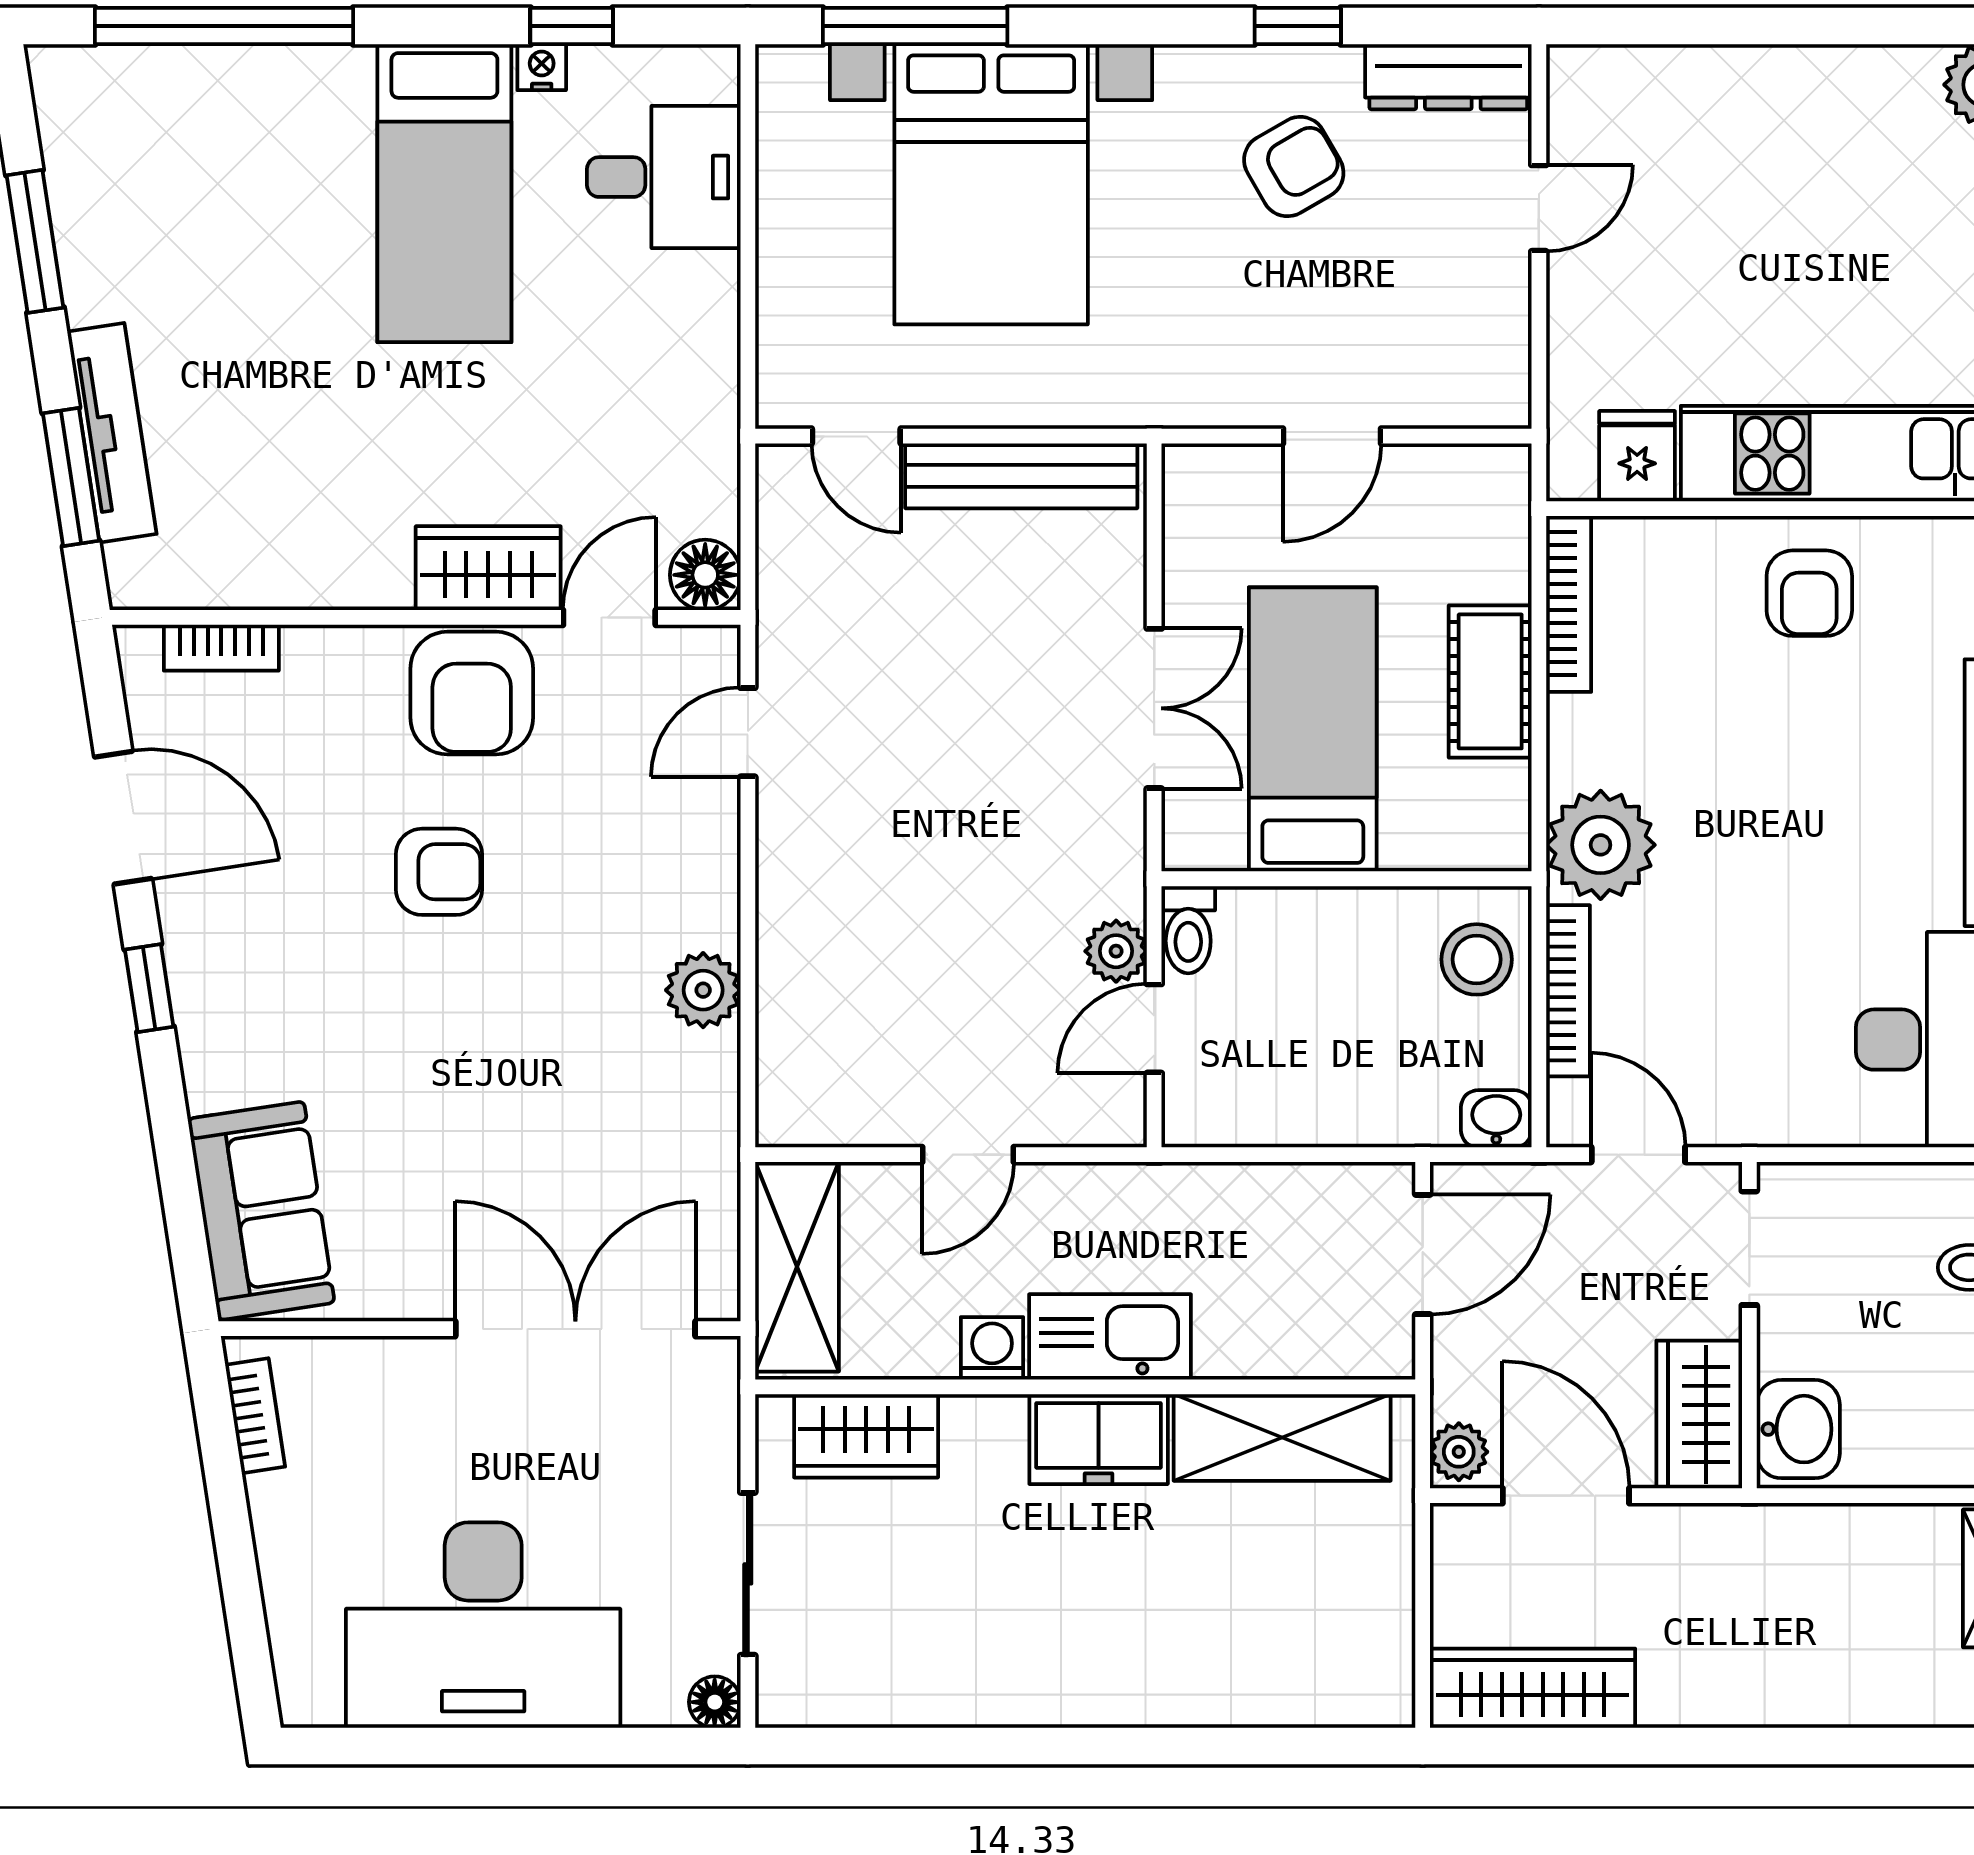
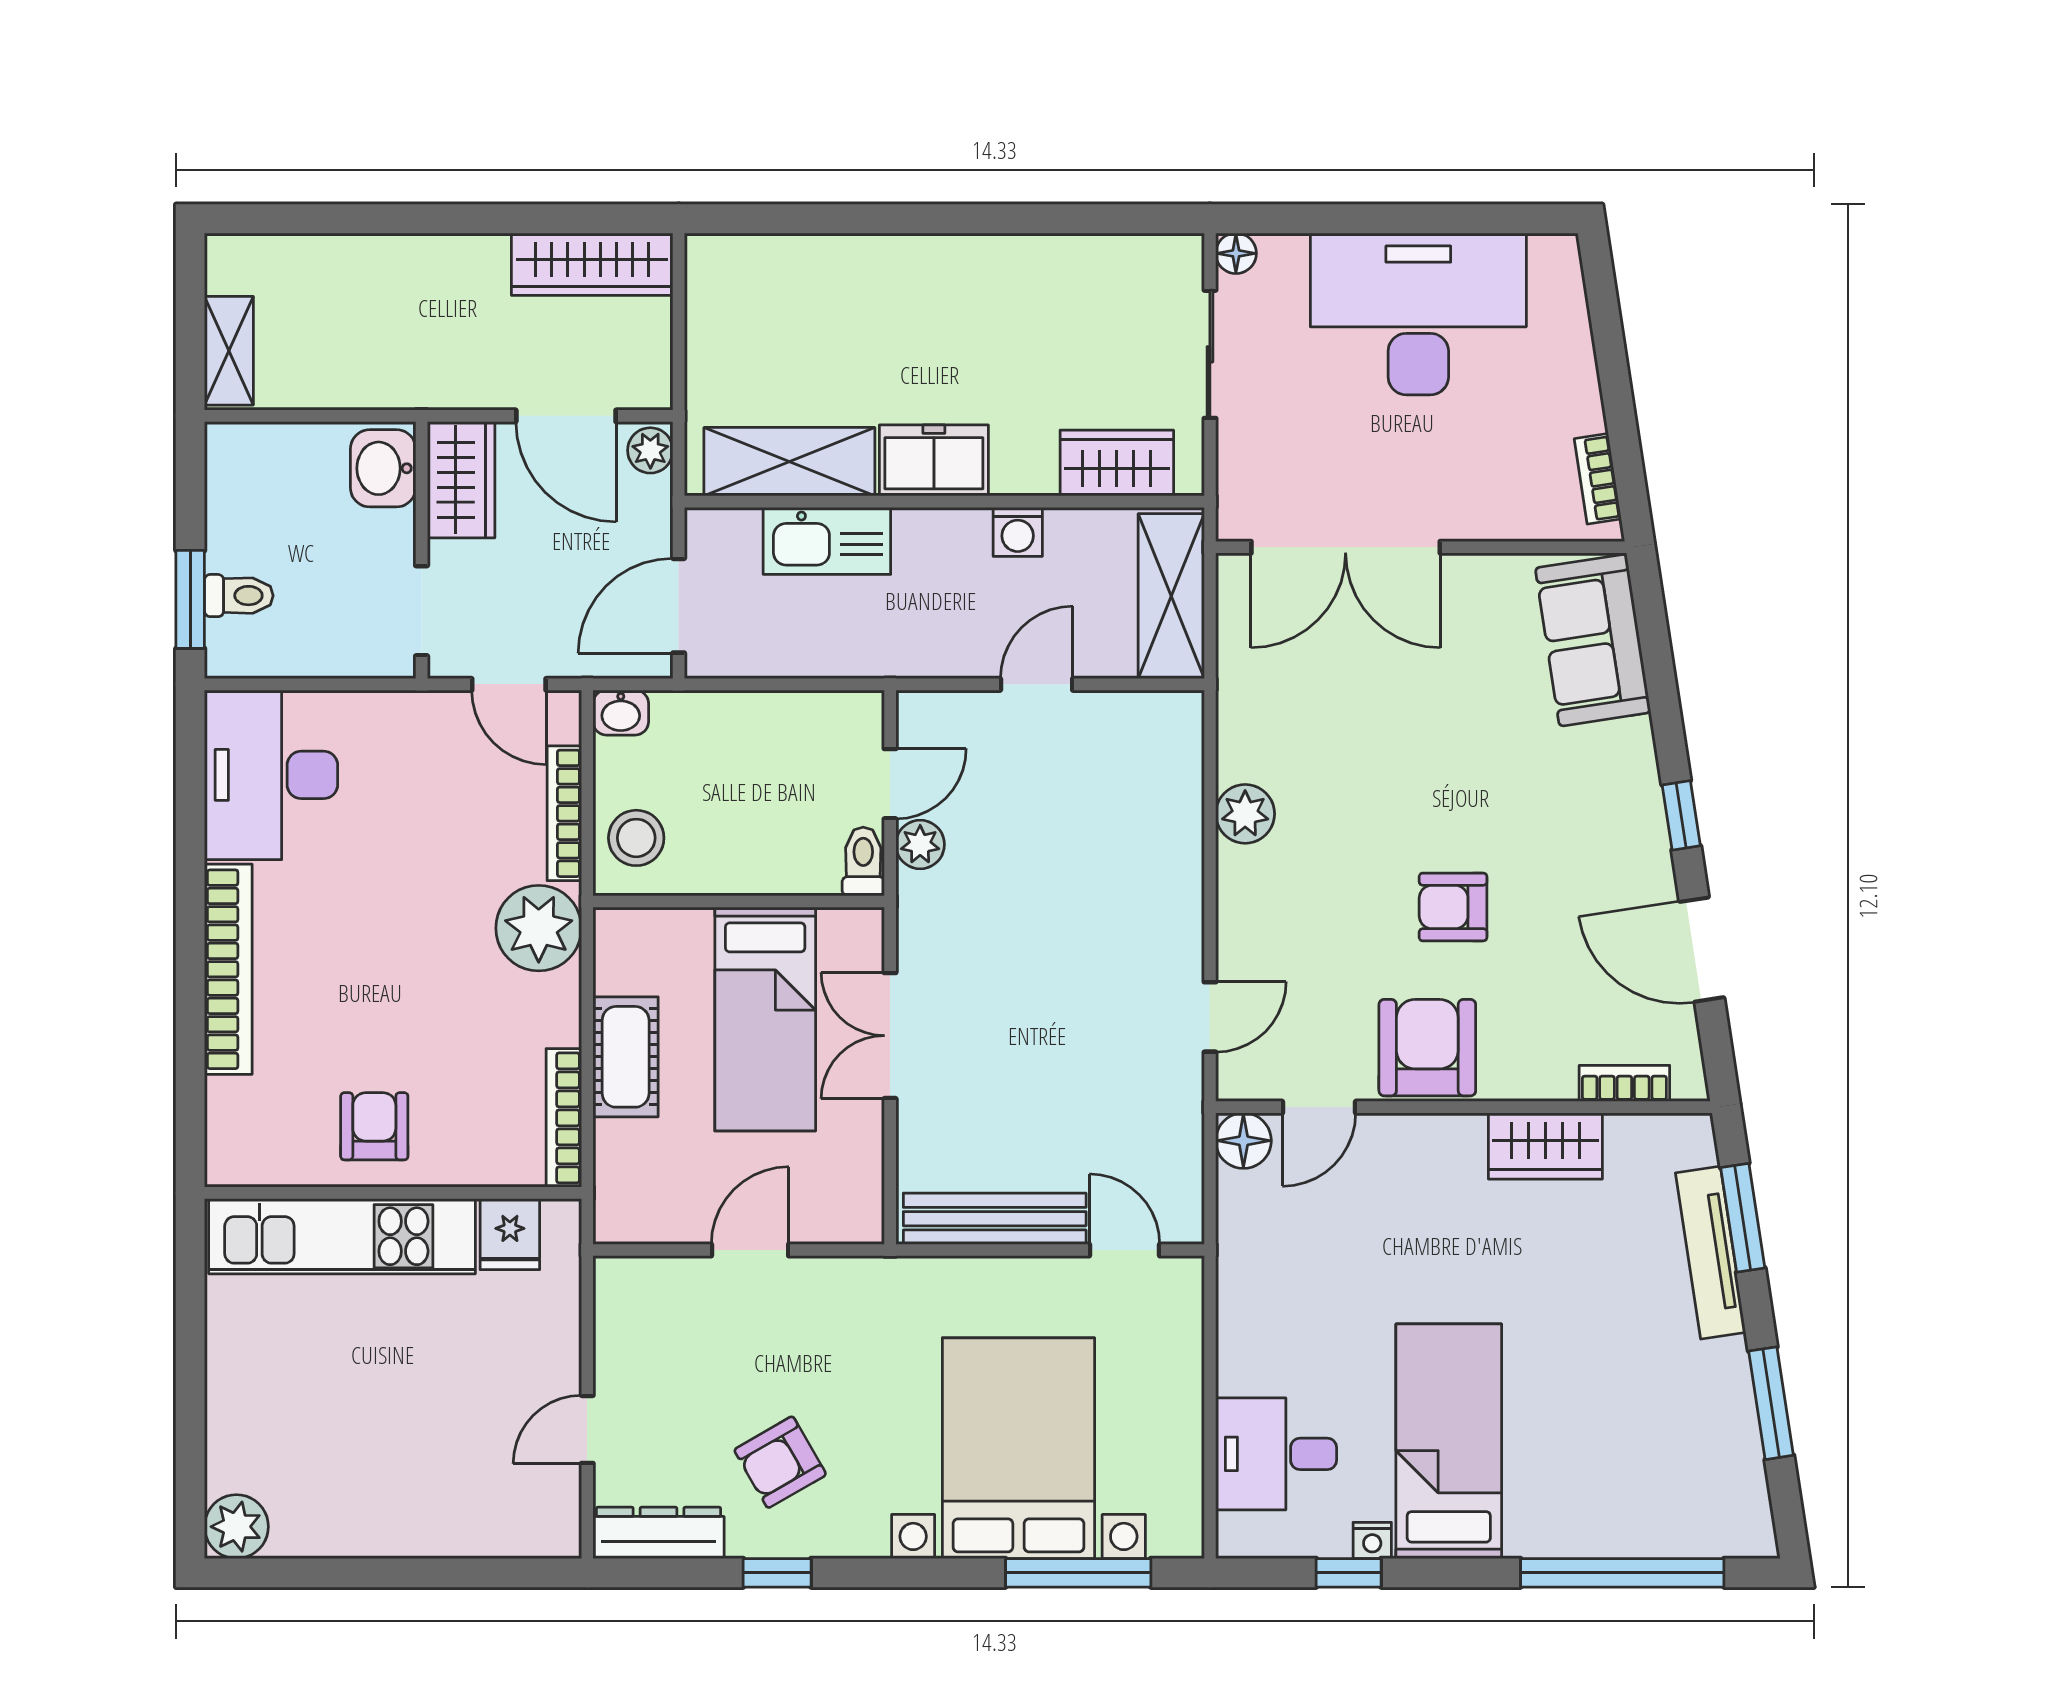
wardrobe: (488, 568) -> (1545, 1146), moved
kitchen sink: (1110, 1337) -> (827, 541), moved

